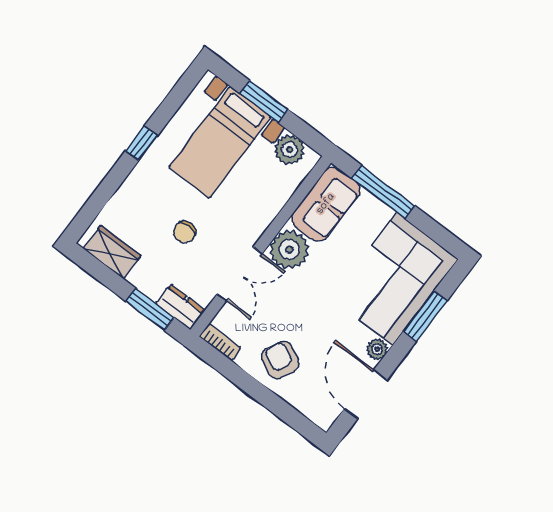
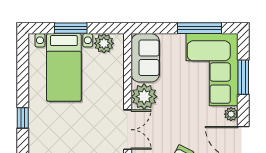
window: (142, 143) -> (23, 118), moved
window: (383, 192) -> (199, 28), moved
chair: (185, 232) -> (81, 129), removed

